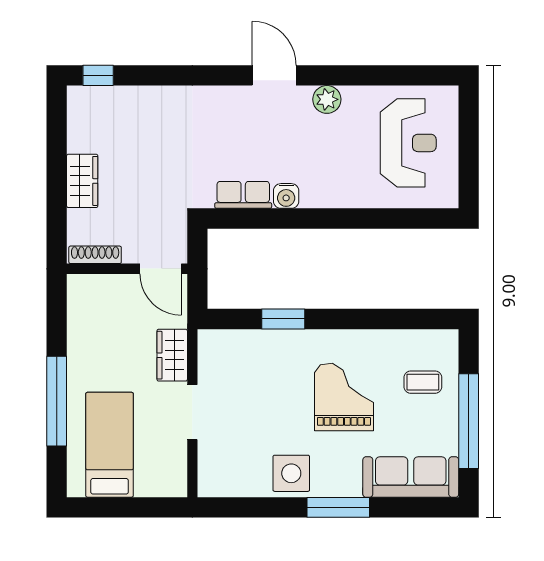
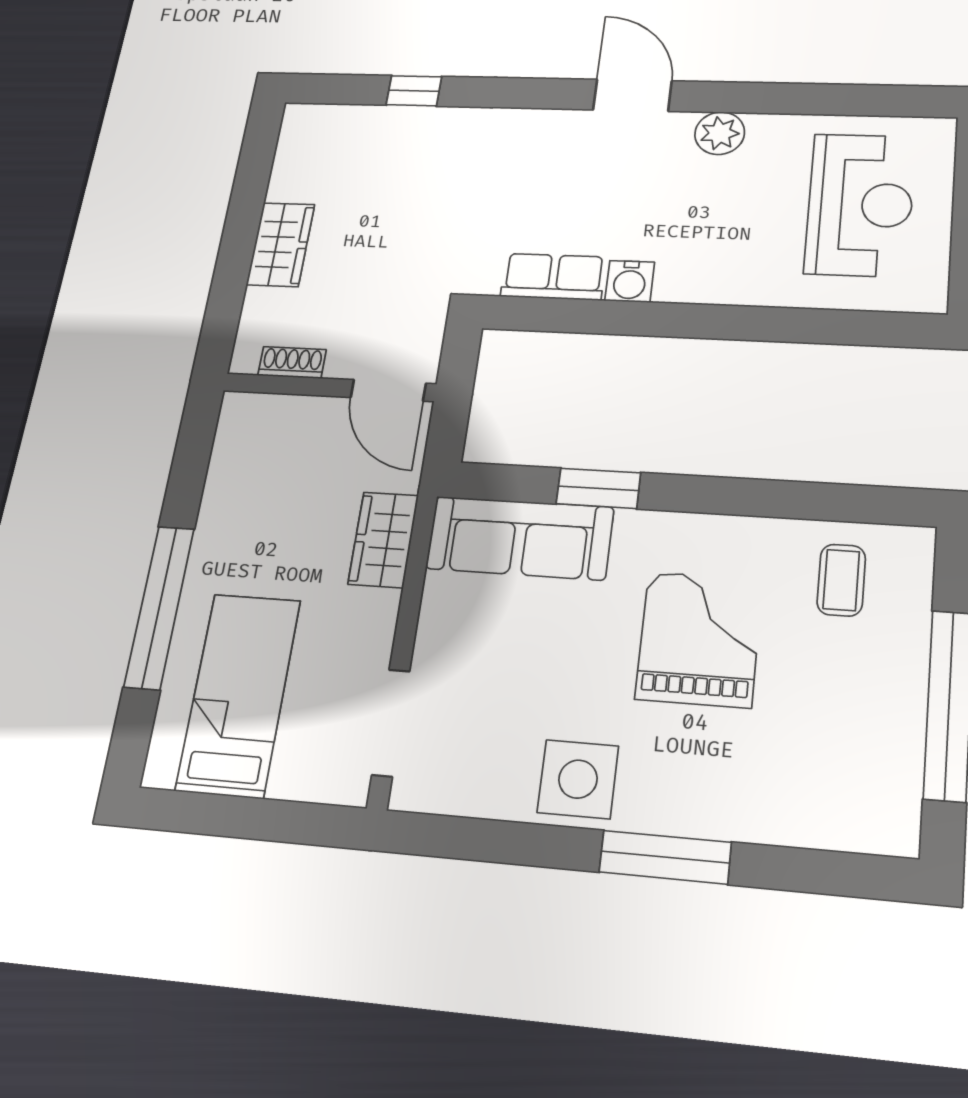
window: (98, 75) -> (414, 91), moved
shoe rack: (95, 255) -> (292, 363), width x0.70
coffee table: (423, 382) -> (841, 580), moved, turned 90
doorway: (192, 412) -> (391, 723), moved
sofa: (411, 477) -> (520, 538), moved, turned 180

